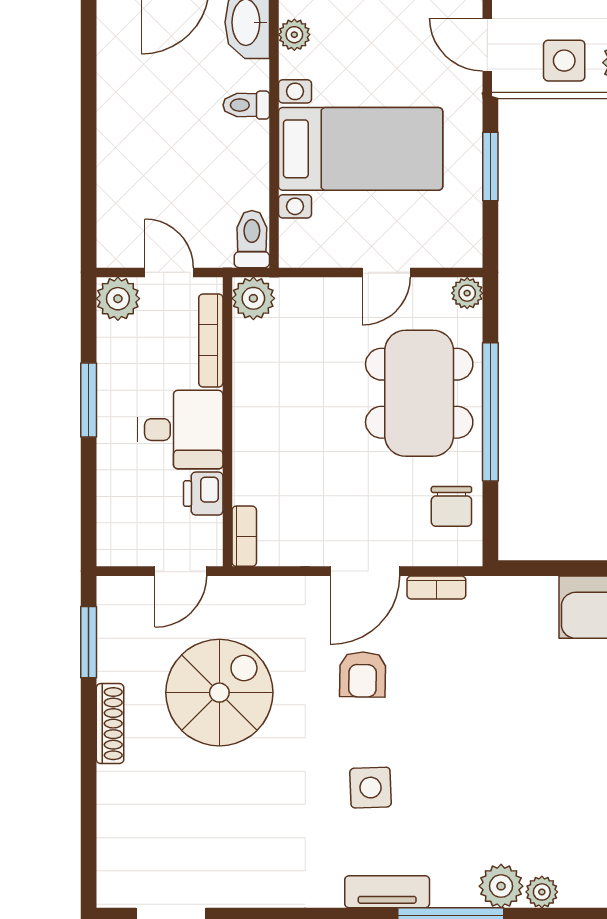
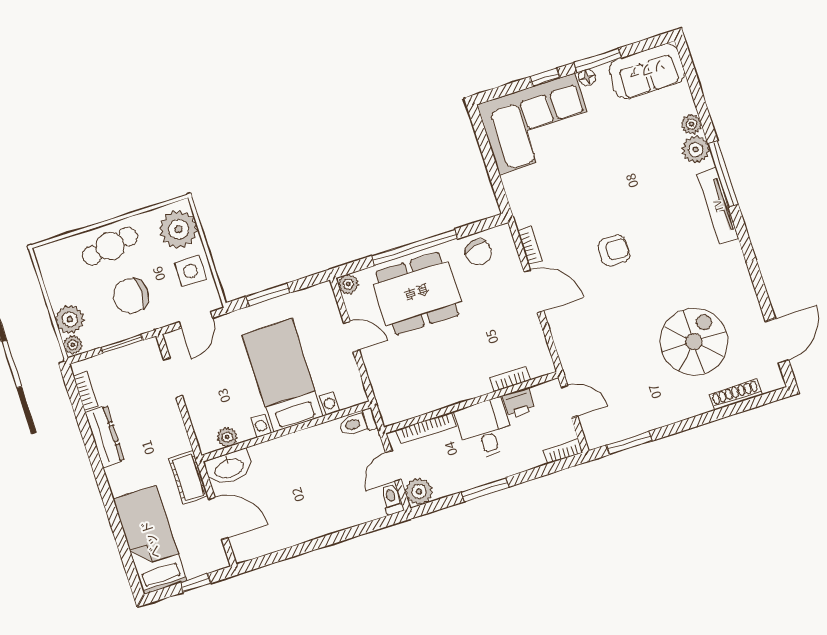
toilet: (246, 105) -> (392, 499), moved, turned 180
plant: (253, 298) -> (393, 411), removed
chair: (451, 506) -> (479, 252), turned 75
bookcase: (244, 536) -> (510, 379), moved
bookcase: (108, 537) -> (563, 451), added
armchair: (363, 674) -> (614, 251), moved
spiral stairs: (219, 693) -> (694, 342), moved, turned 90
shoe rack: (110, 724) -> (736, 394), moved
side table: (371, 788) -> (662, 246), removed
tv unit: (387, 892) -> (718, 206), width x1.41

